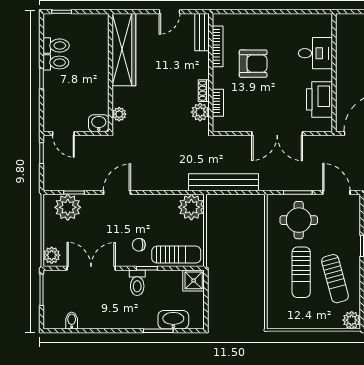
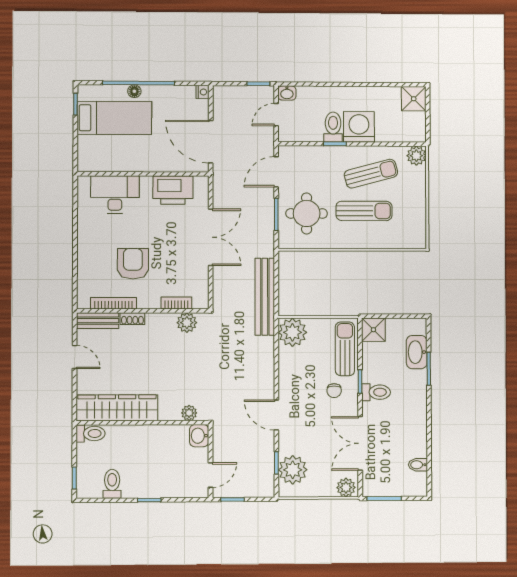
desk: (315, 53) -> (115, 194), width x1.37
toilet: (56, 62) -> (91, 433), moved, turned 90
shoe rack: (204, 91) -> (132, 319), moved

